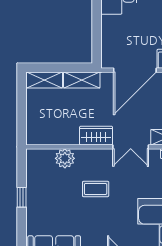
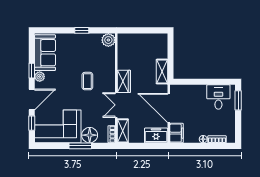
shelving: (44, 80) -> (162, 46), removed
plant: (65, 158) -> (108, 40), moved

